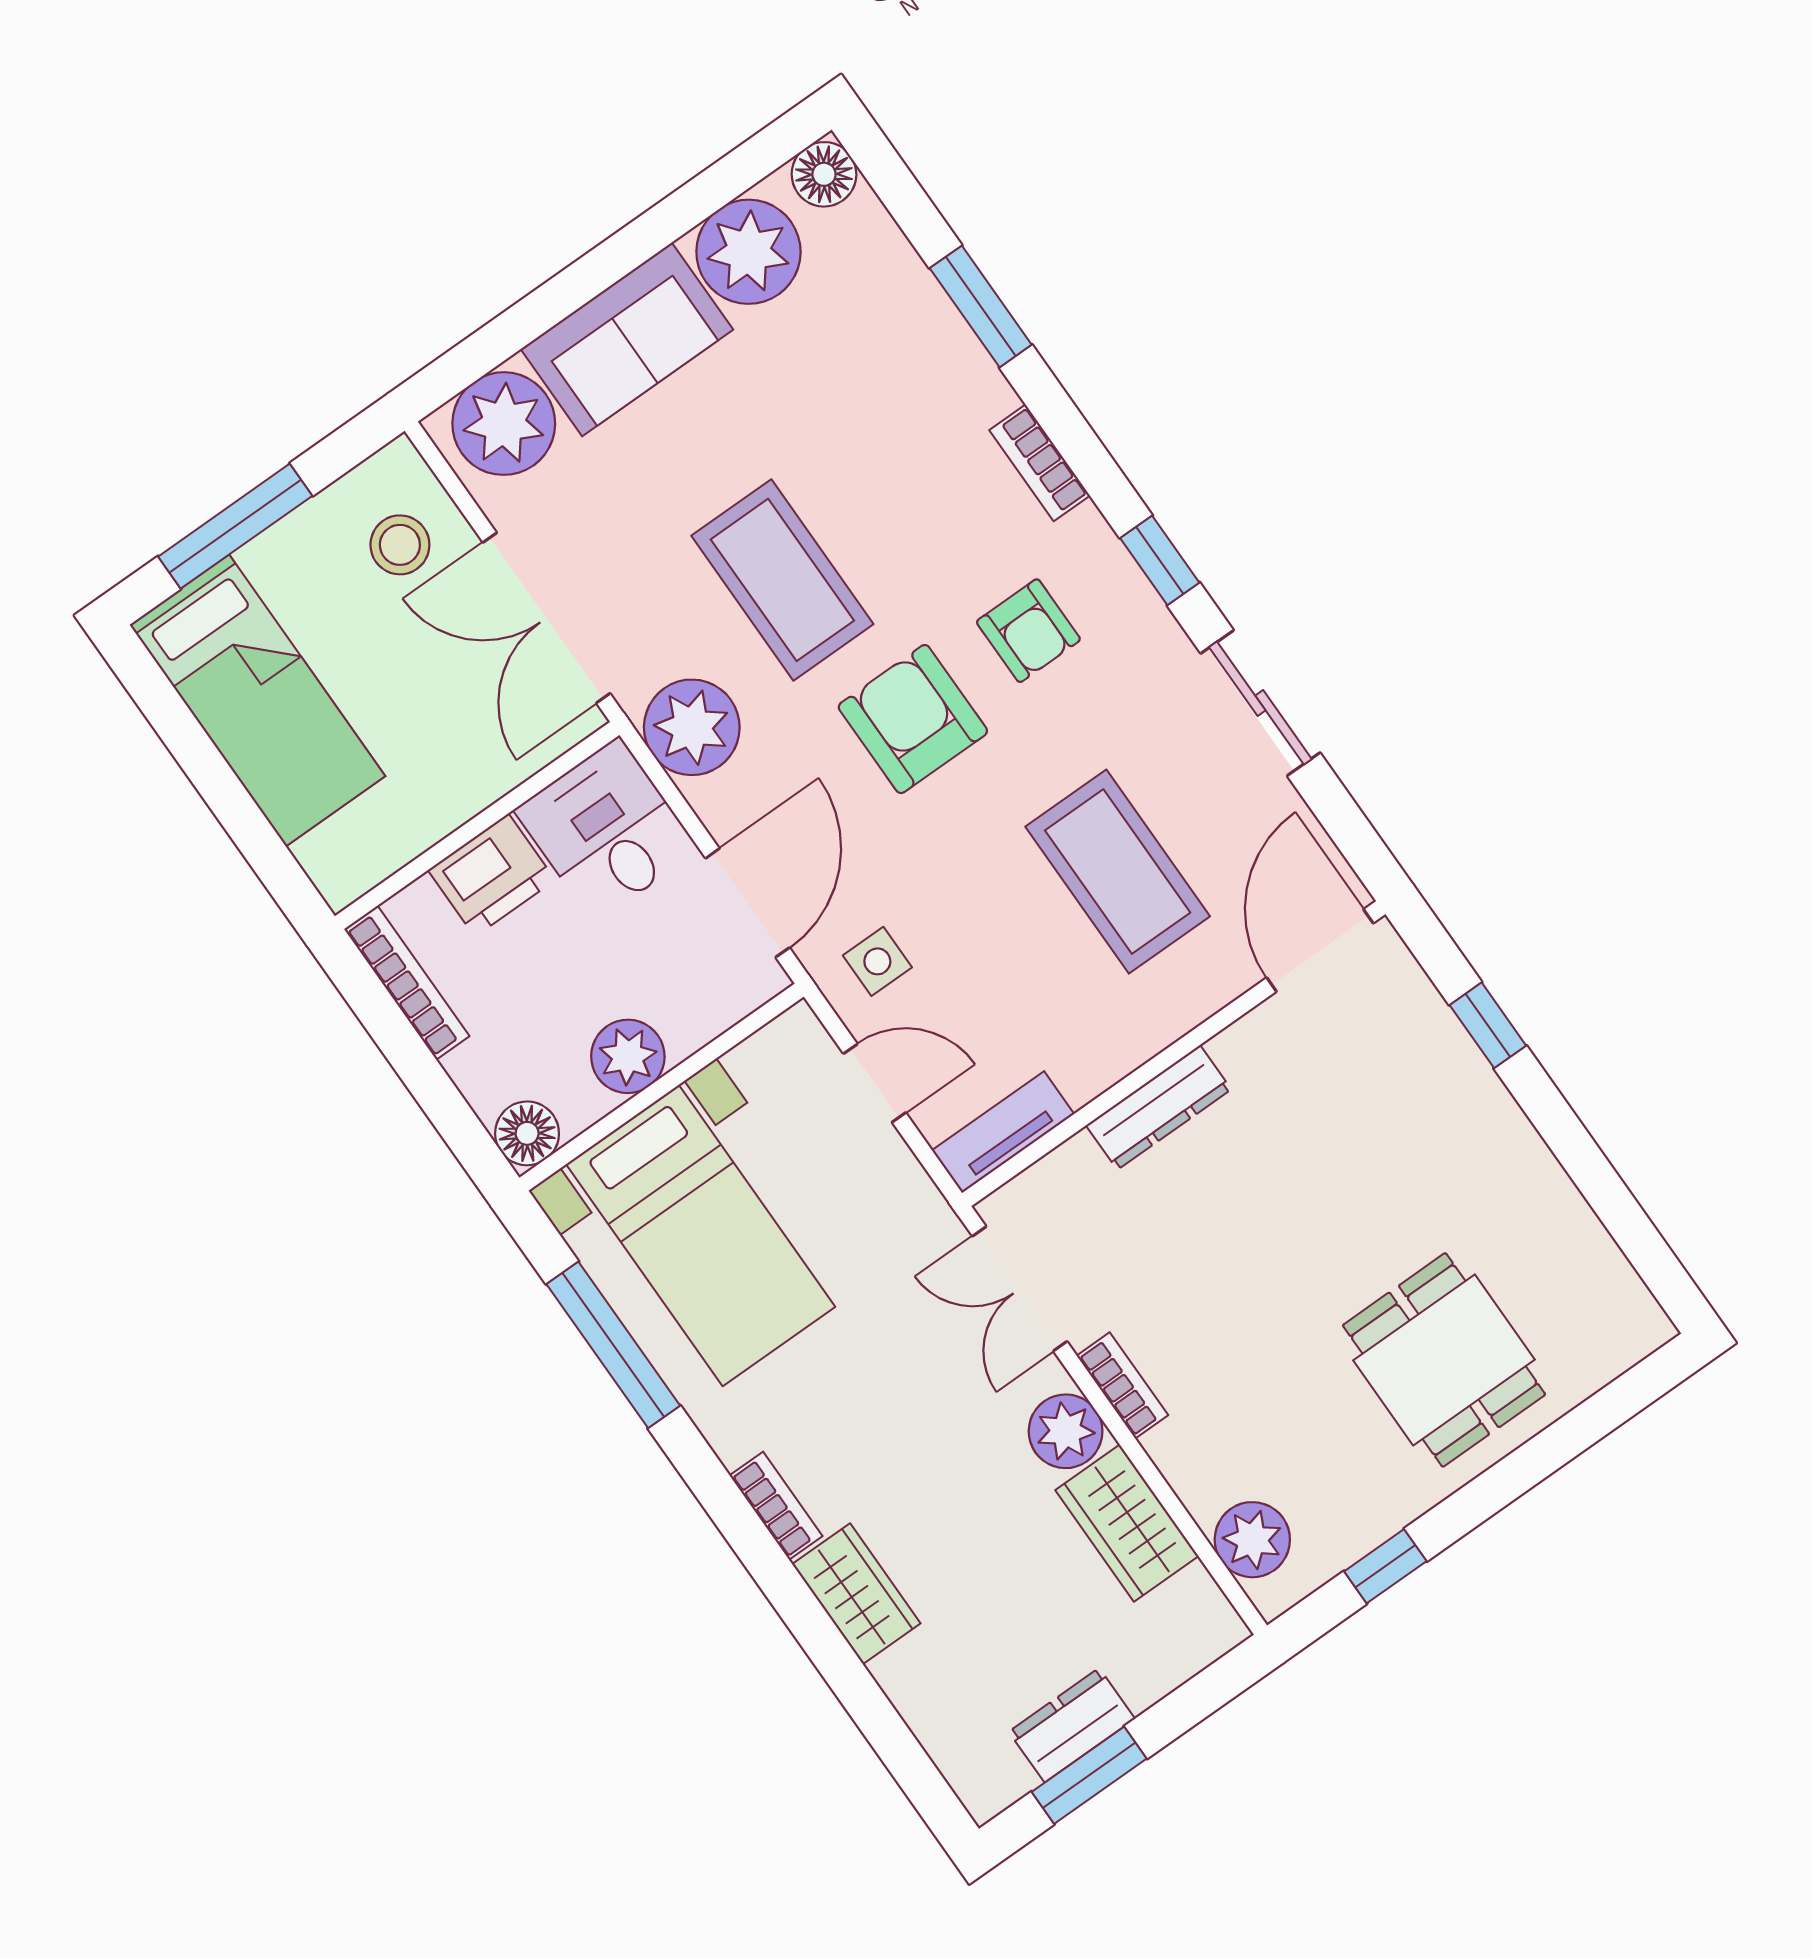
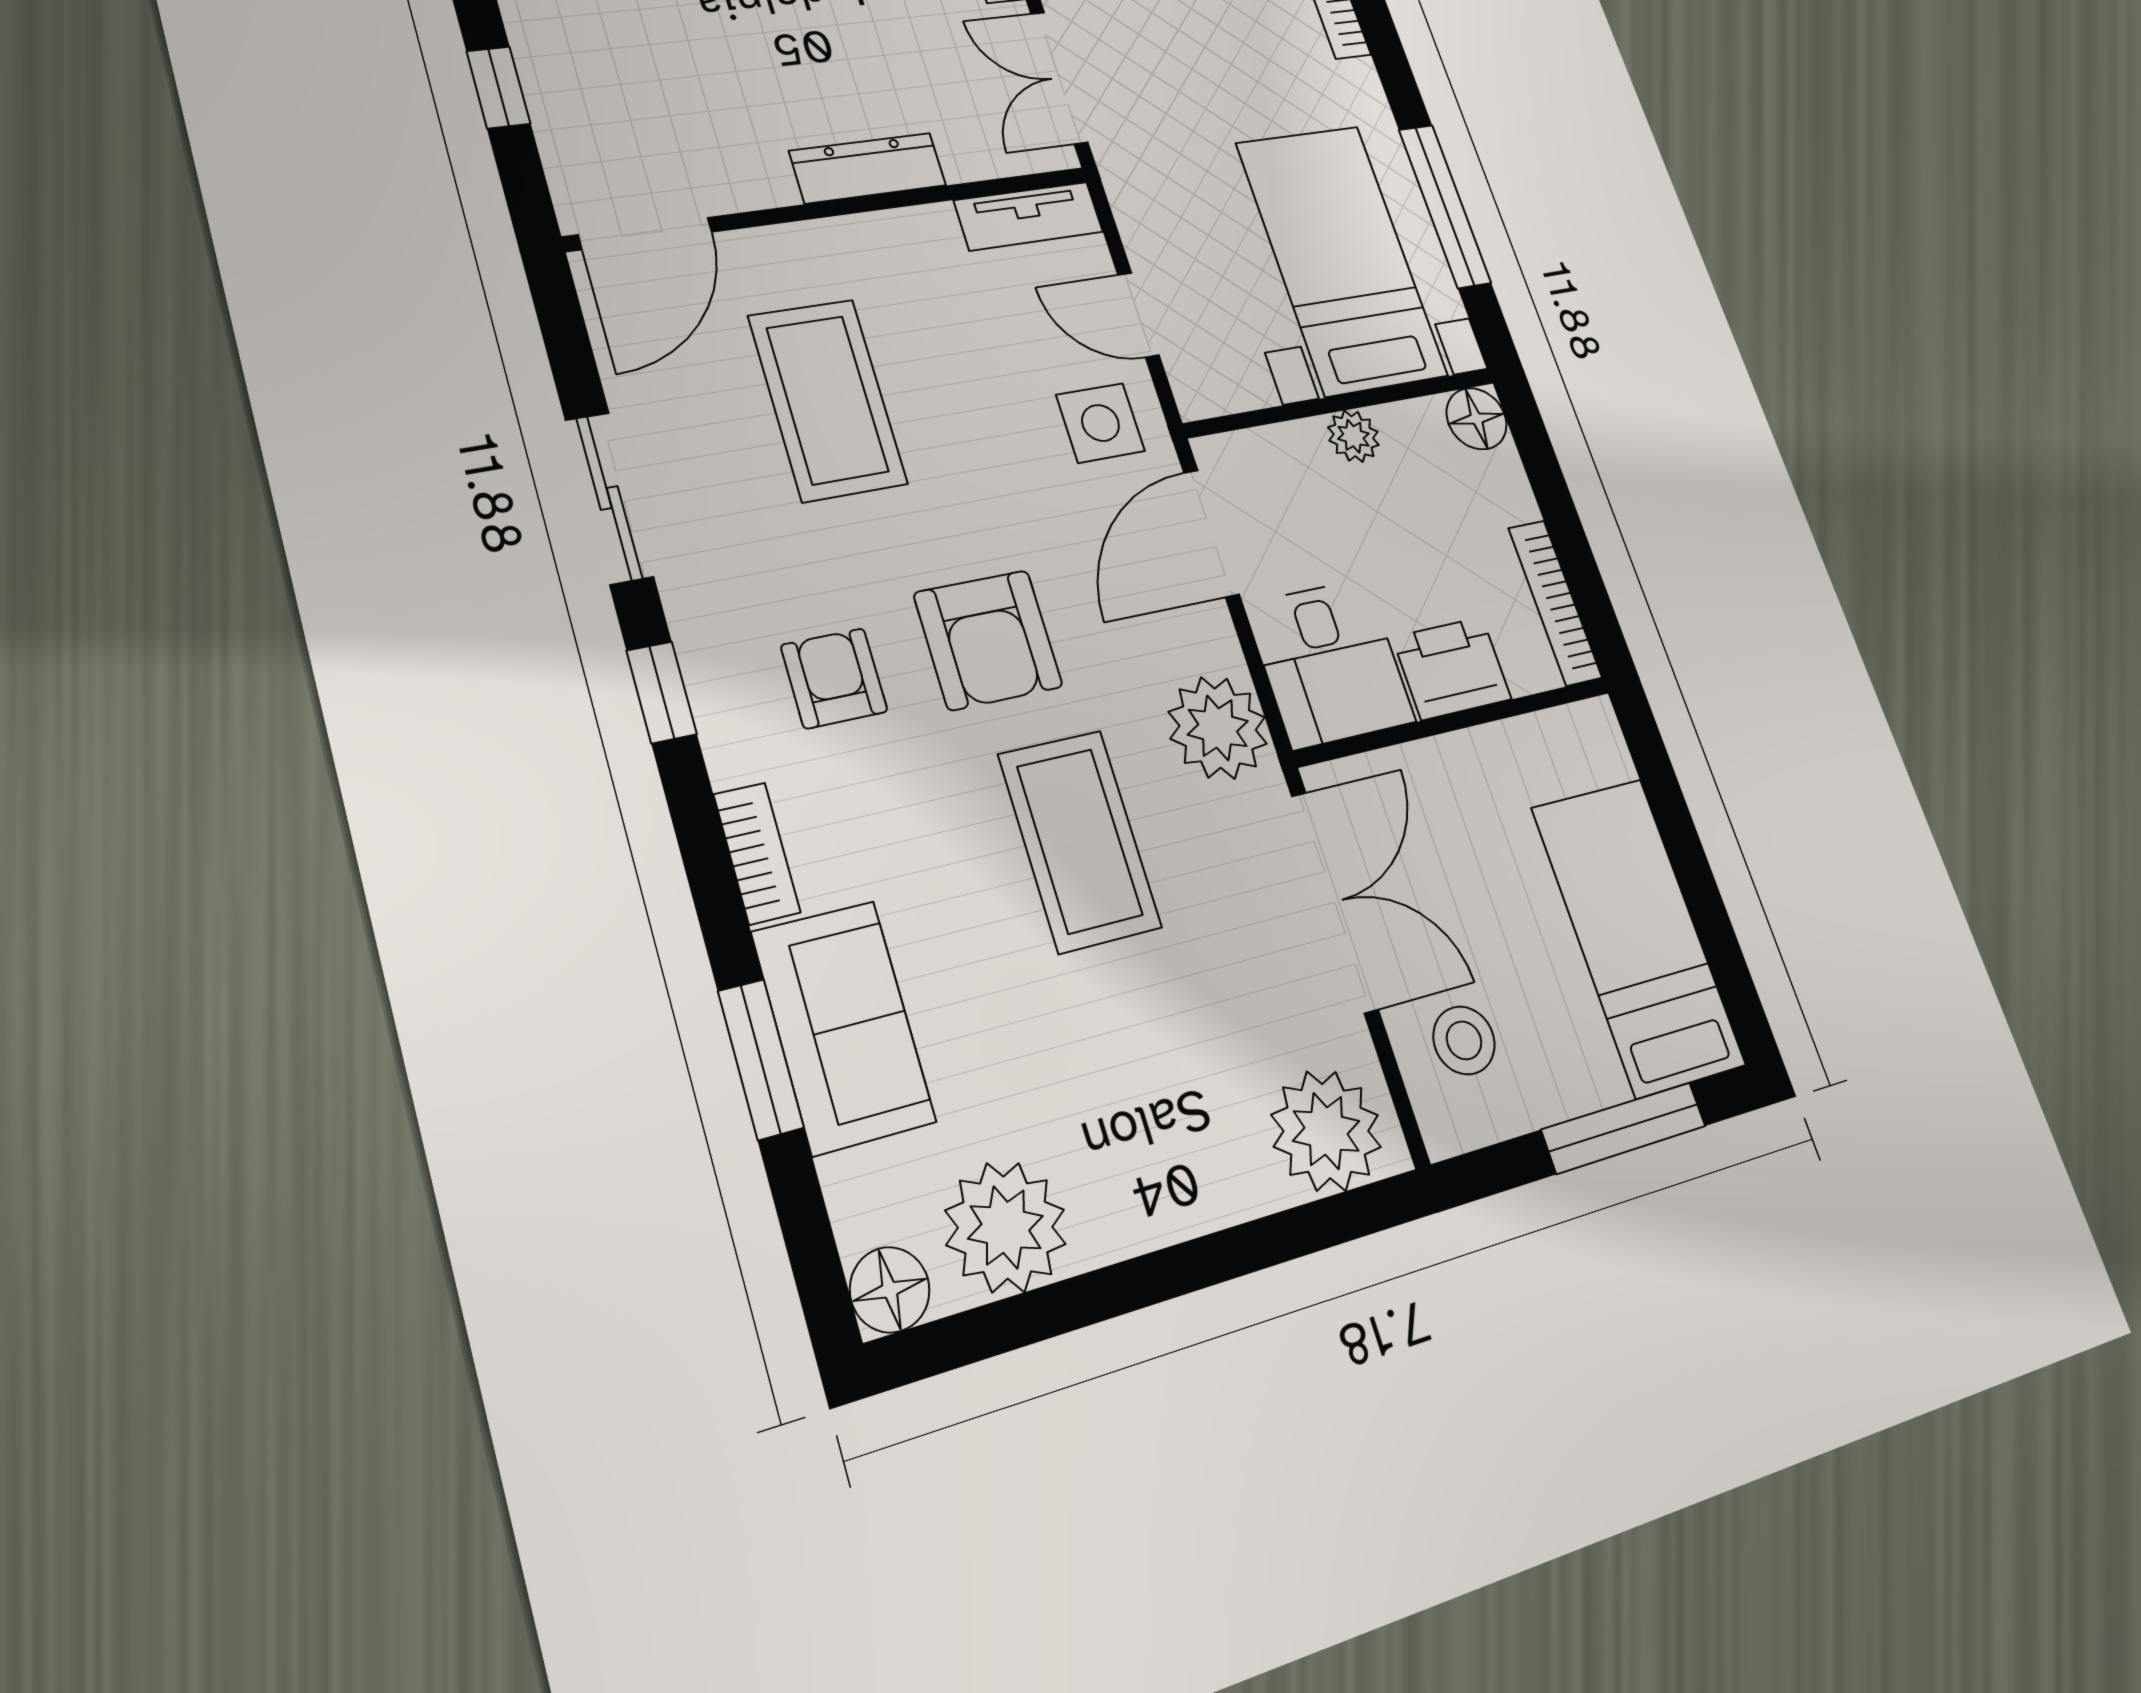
sofa: (627, 339) -> (843, 1027), moved, turned 90
side table: (877, 961) -> (1100, 423), width x1.37, depth x1.37
plant: (628, 1056) -> (1353, 436), width x0.73, depth x0.73
double door: (1020, 1289) -> (1059, 78), swing flipped

